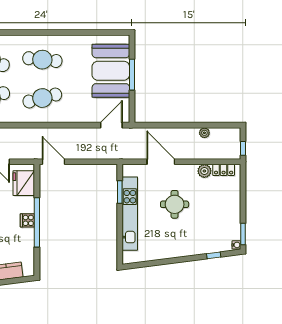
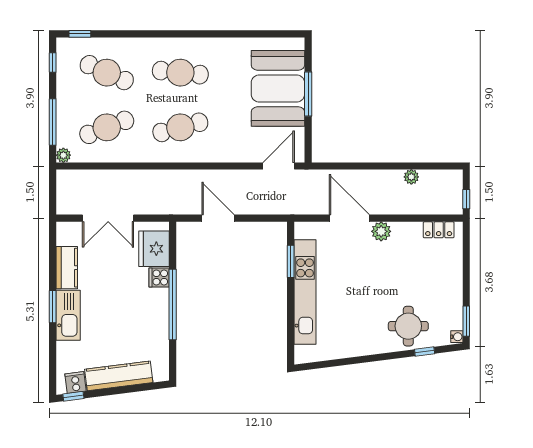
door: (53, 162) -> (218, 218), moved
plant: (204, 171) -> (381, 231), moved
round table: (175, 204) -> (408, 326), moved
cooker: (27, 220) -> (159, 277), moved

